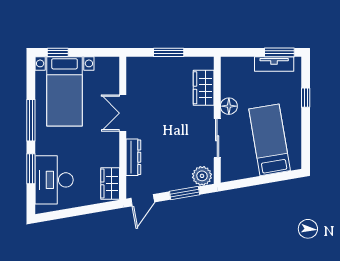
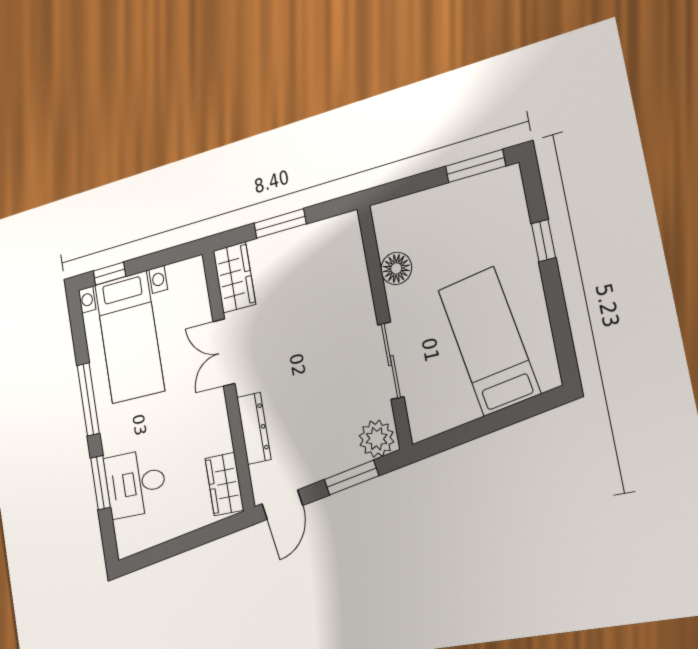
tv unit: (274, 64) -> (470, 191), removed
wardrobe: (204, 88) -> (234, 277), moved, turned 180
floor lamp: (229, 106) -> (396, 268), moved
desk: (54, 180) -> (136, 483), width x0.73

